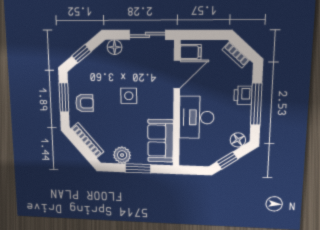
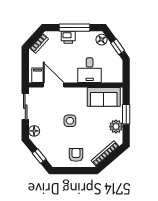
window: (64, 97) -> (72, 171), removed
desk: (197, 117) -> (90, 70), width x0.73

